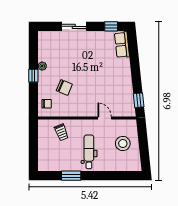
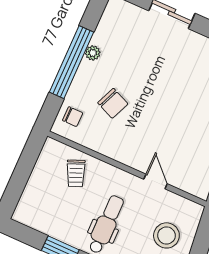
window: (33, 76) -> (72, 62), width x3.17

